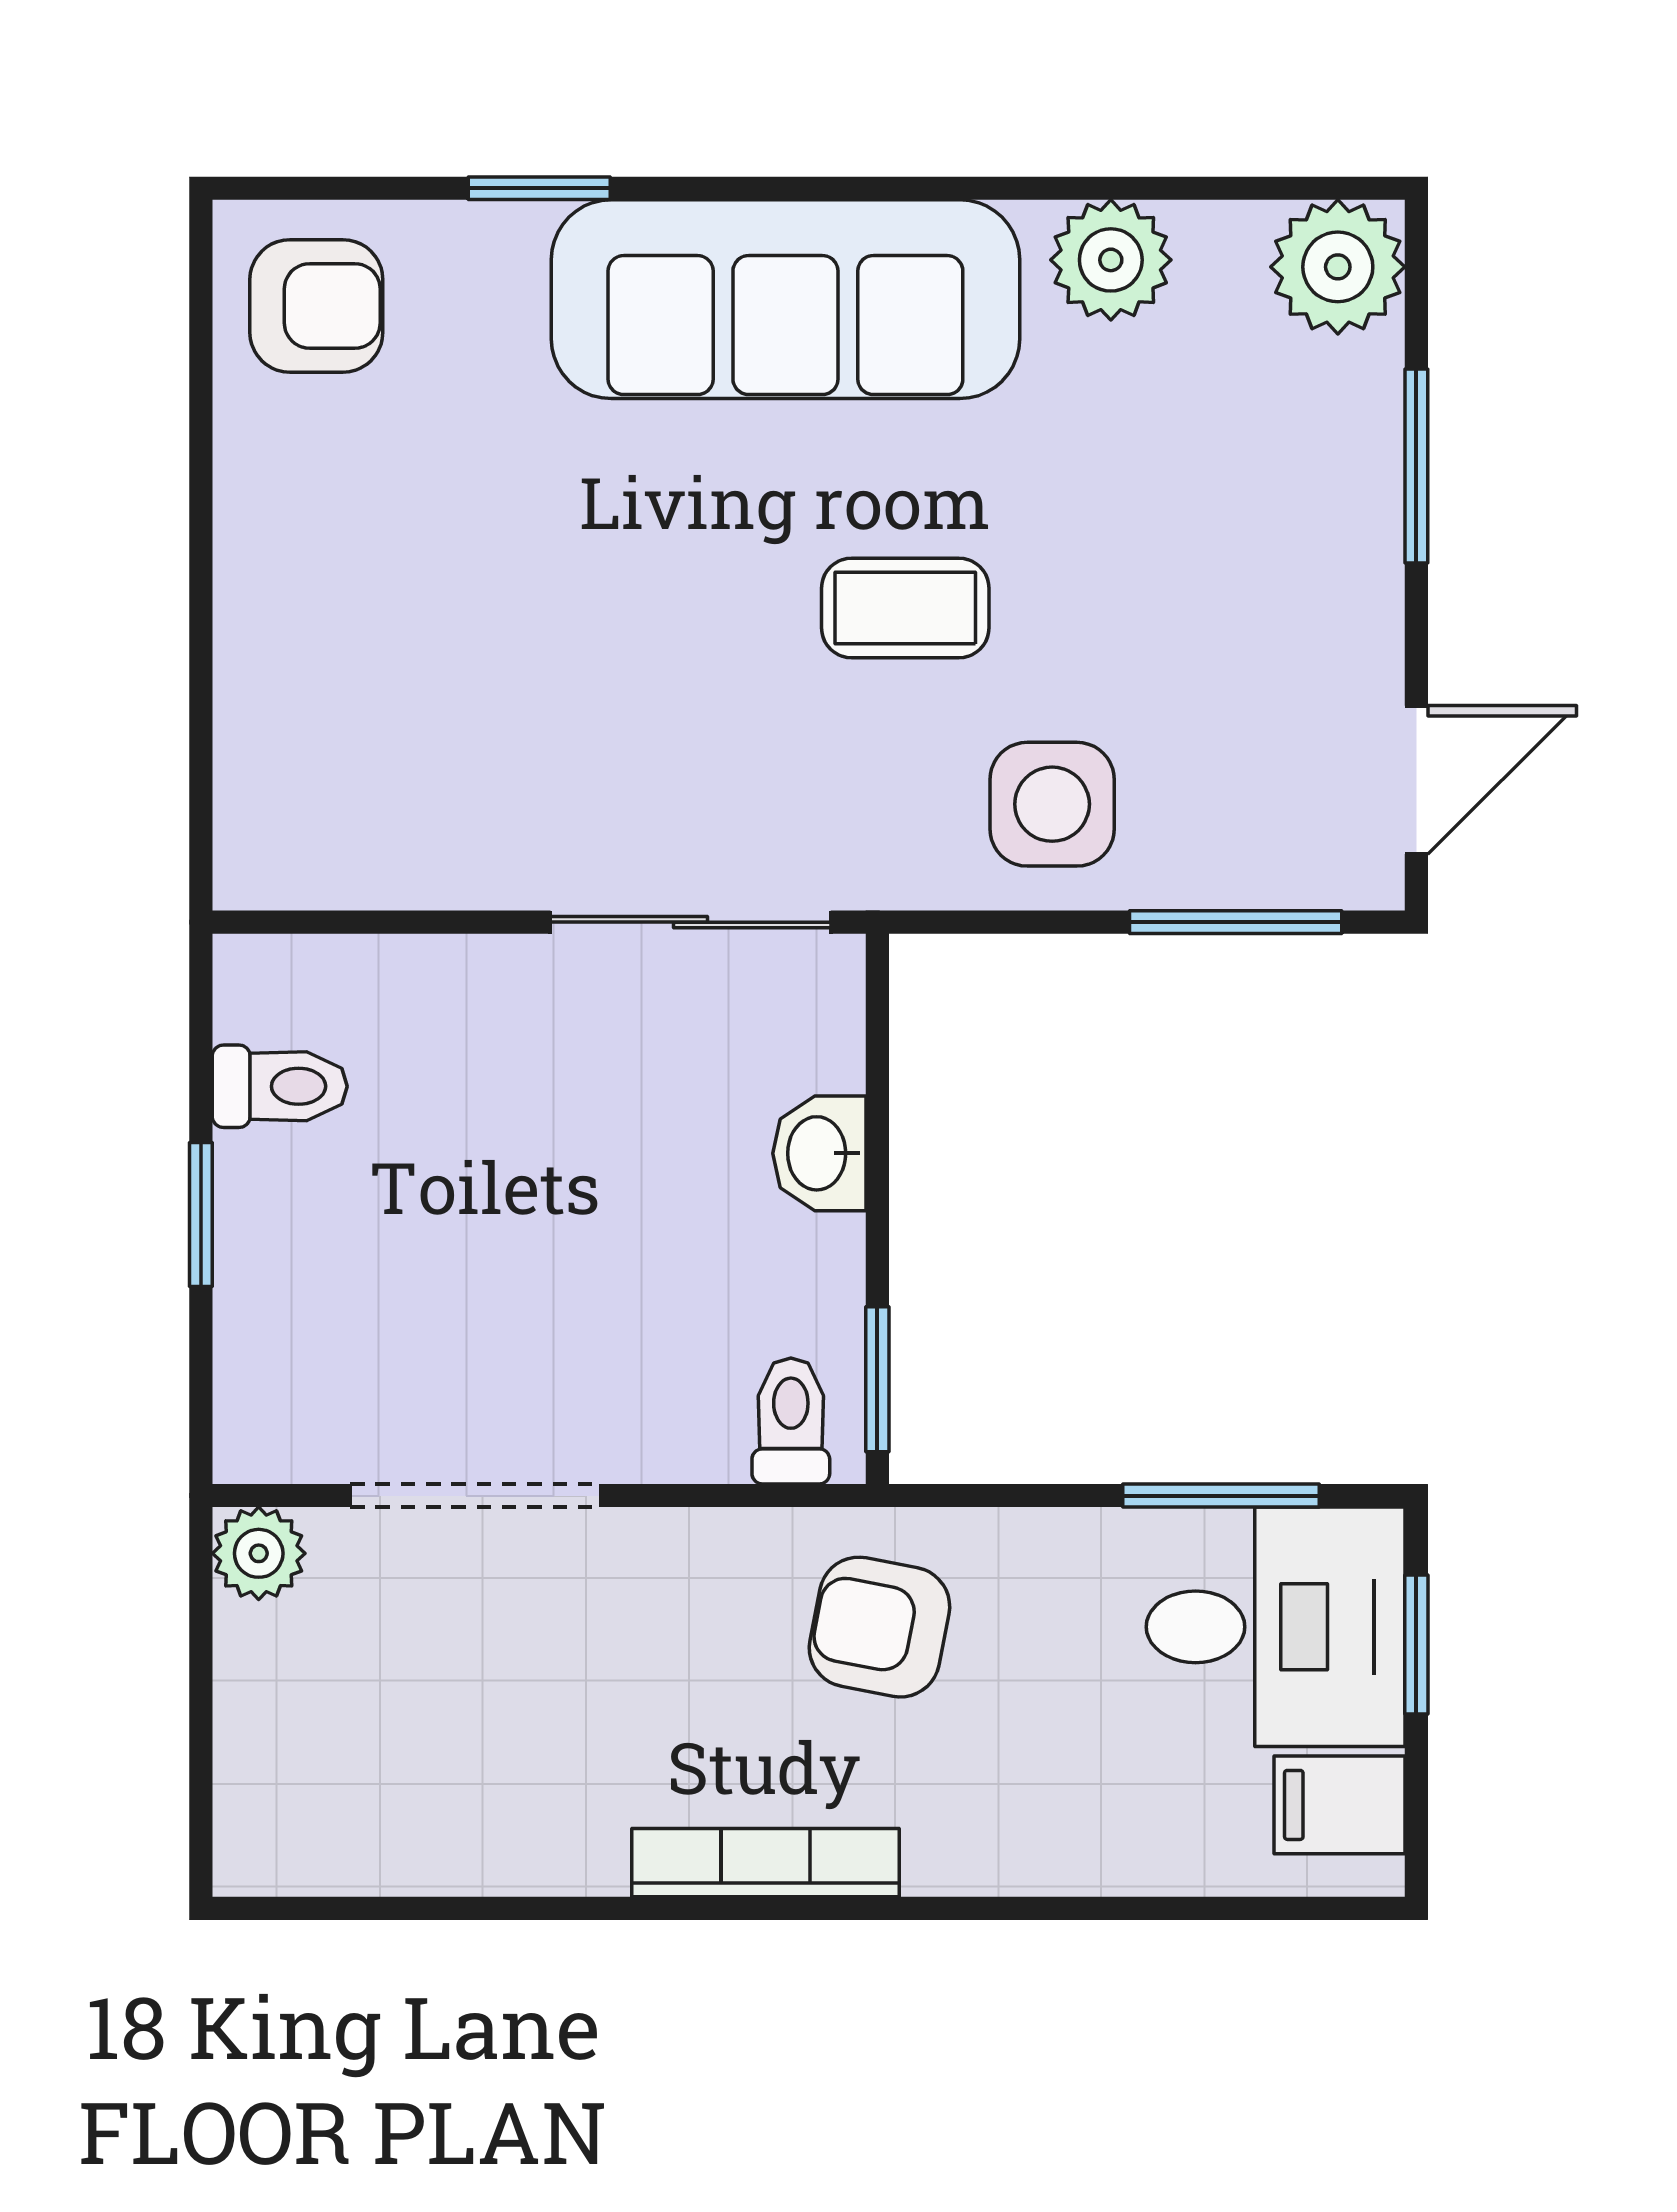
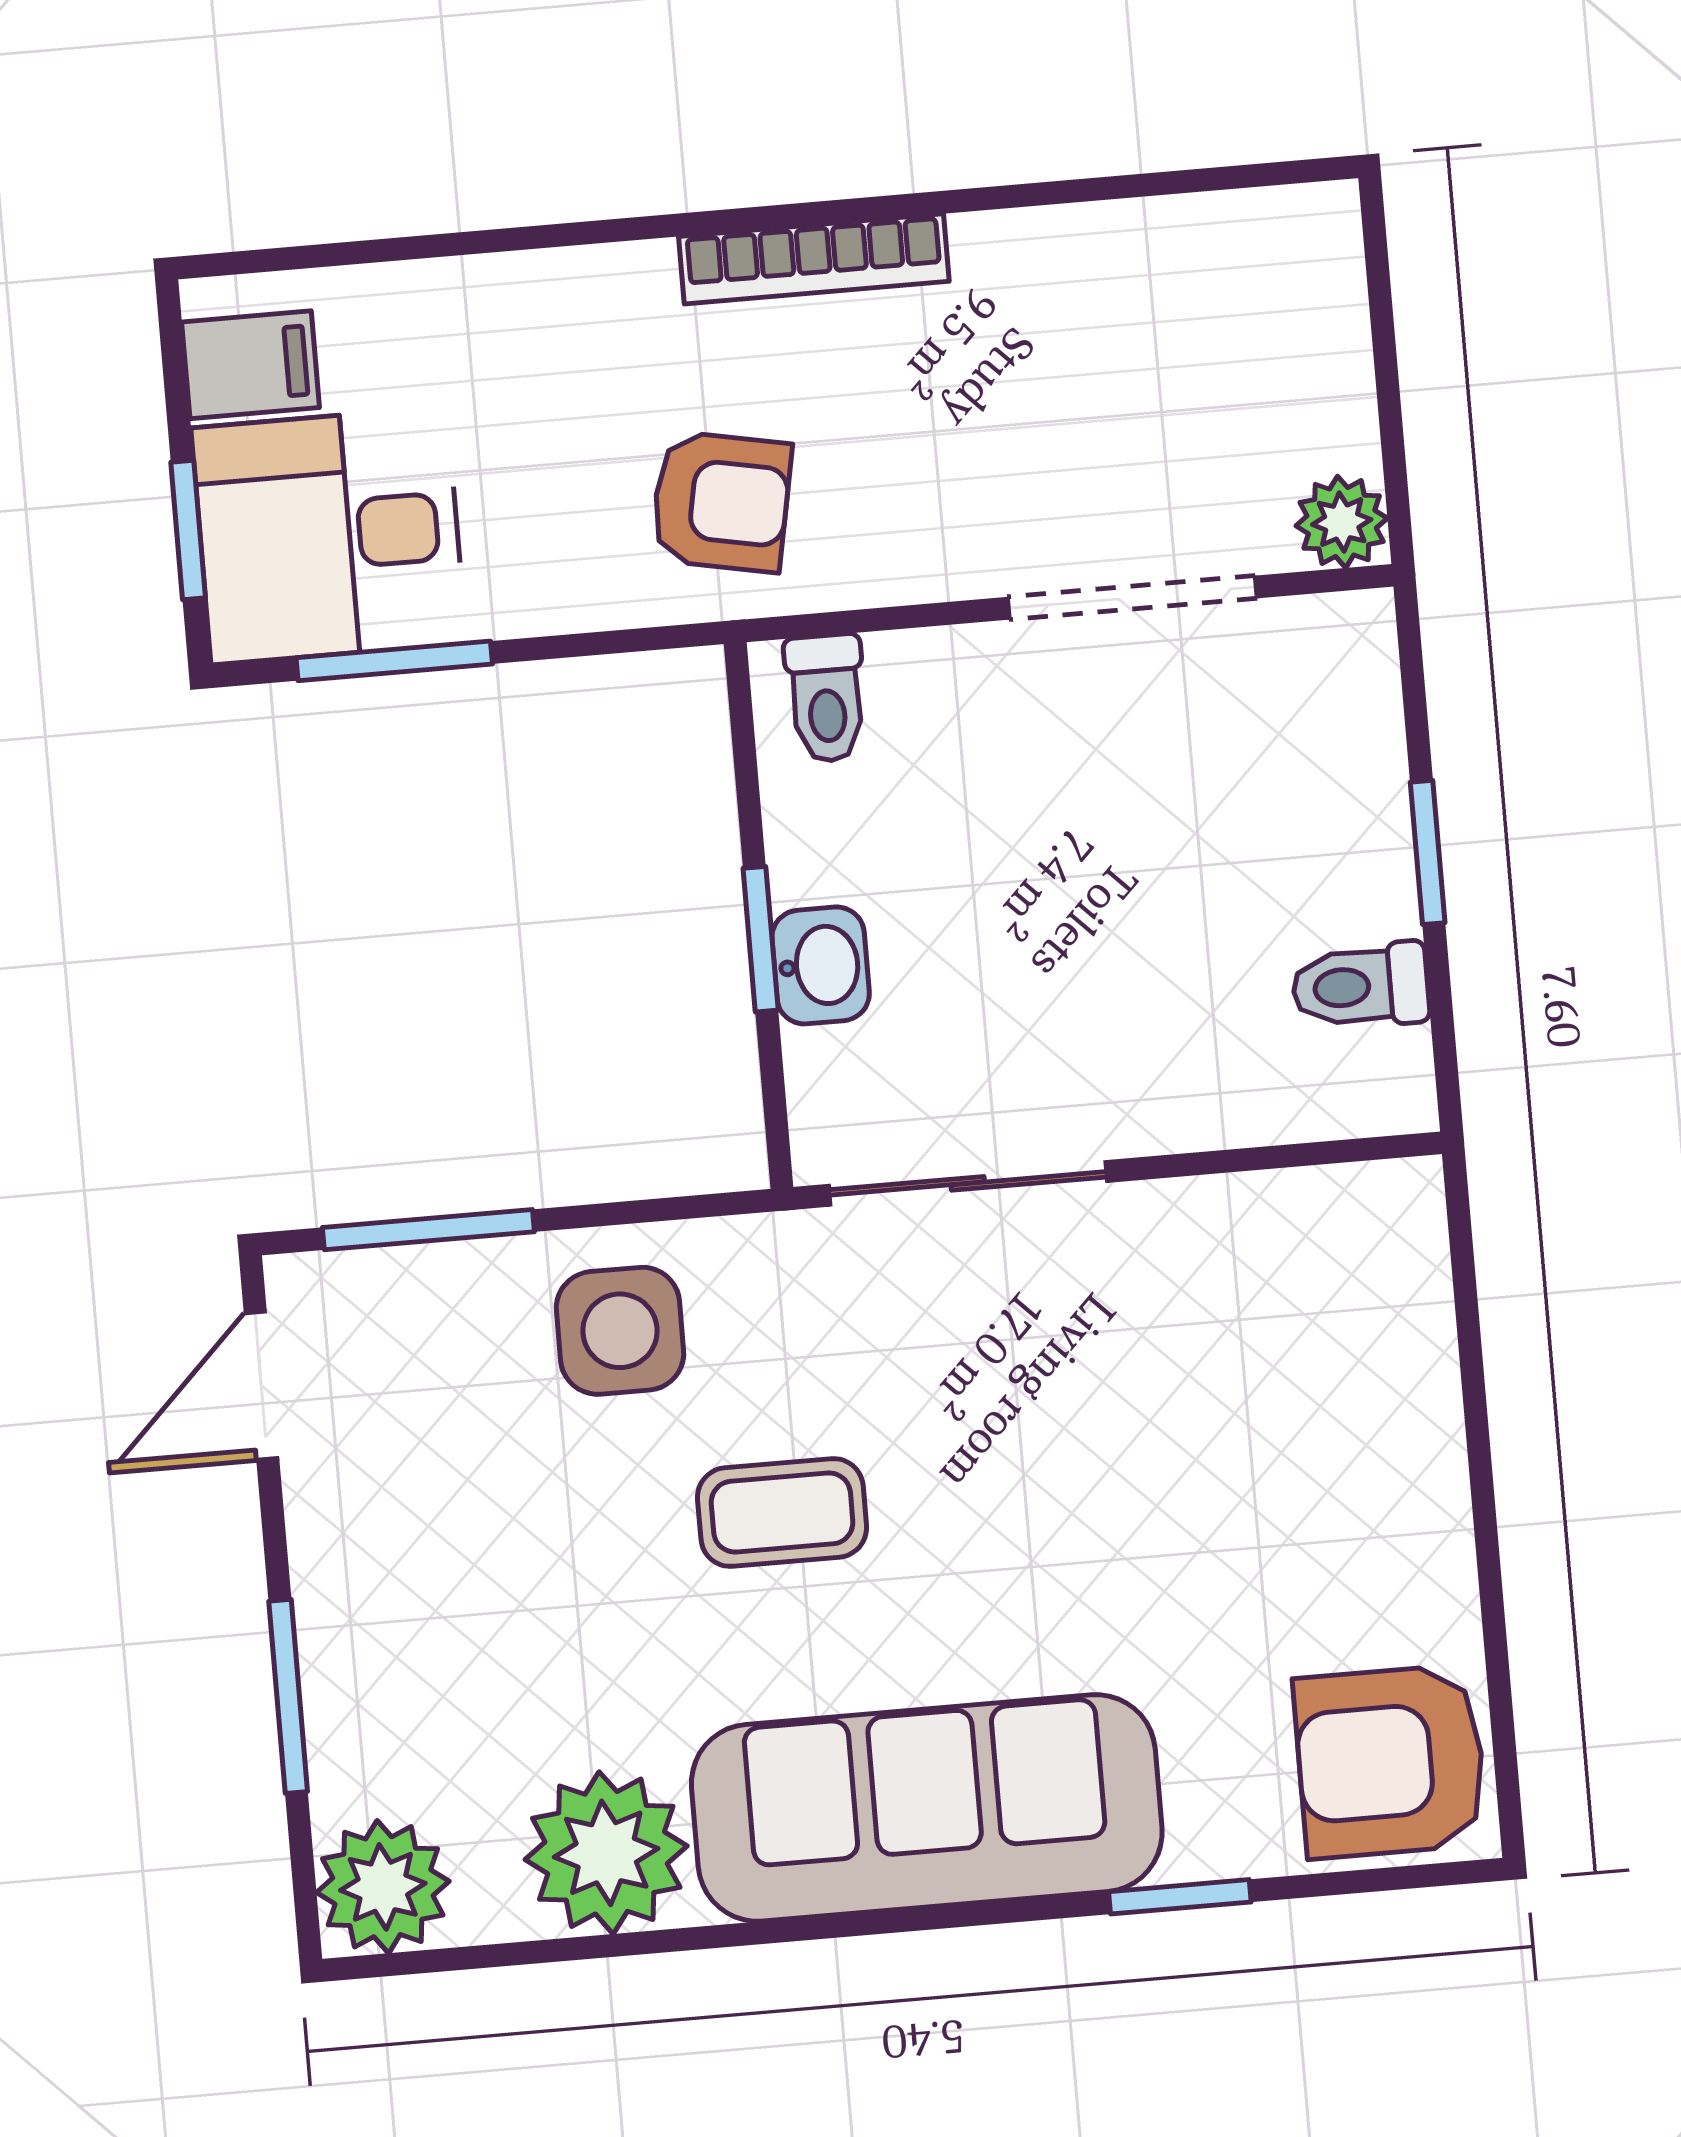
plant: (1111, 260) -> (606, 1853), width x1.36, depth x1.36
armchair: (316, 306) -> (1390, 1761), width x1.38, depth x1.38
window: (877, 1379) -> (761, 939), moved

